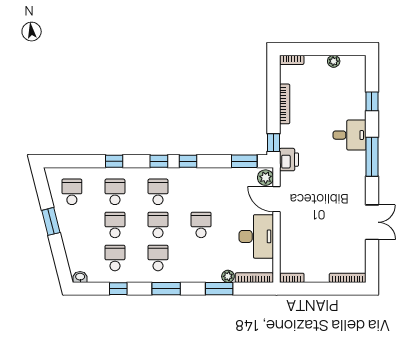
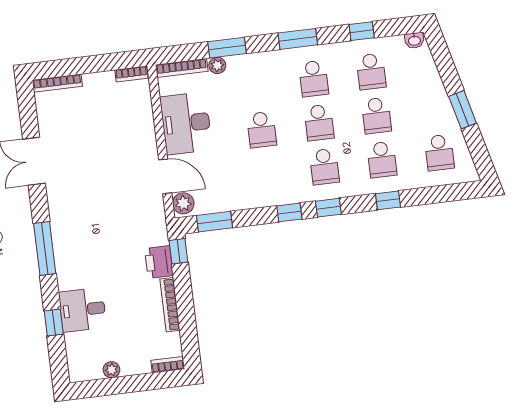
desk: (350, 135) -> (83, 310), moved
printer: (289, 160) -> (159, 262), moved

